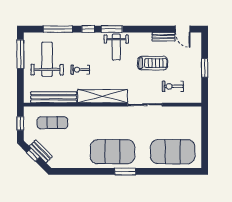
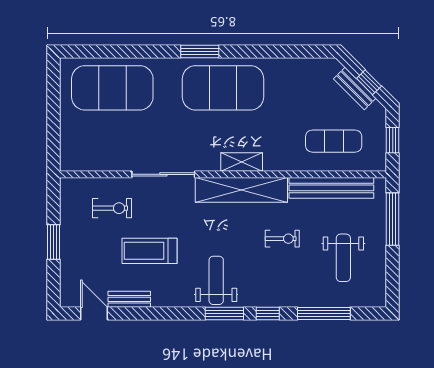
window: (20, 54) -> (393, 219), moved
weight bench: (47, 59) -> (343, 258), width x0.73, depth x0.75
shelving: (102, 111) -> (242, 162), added

